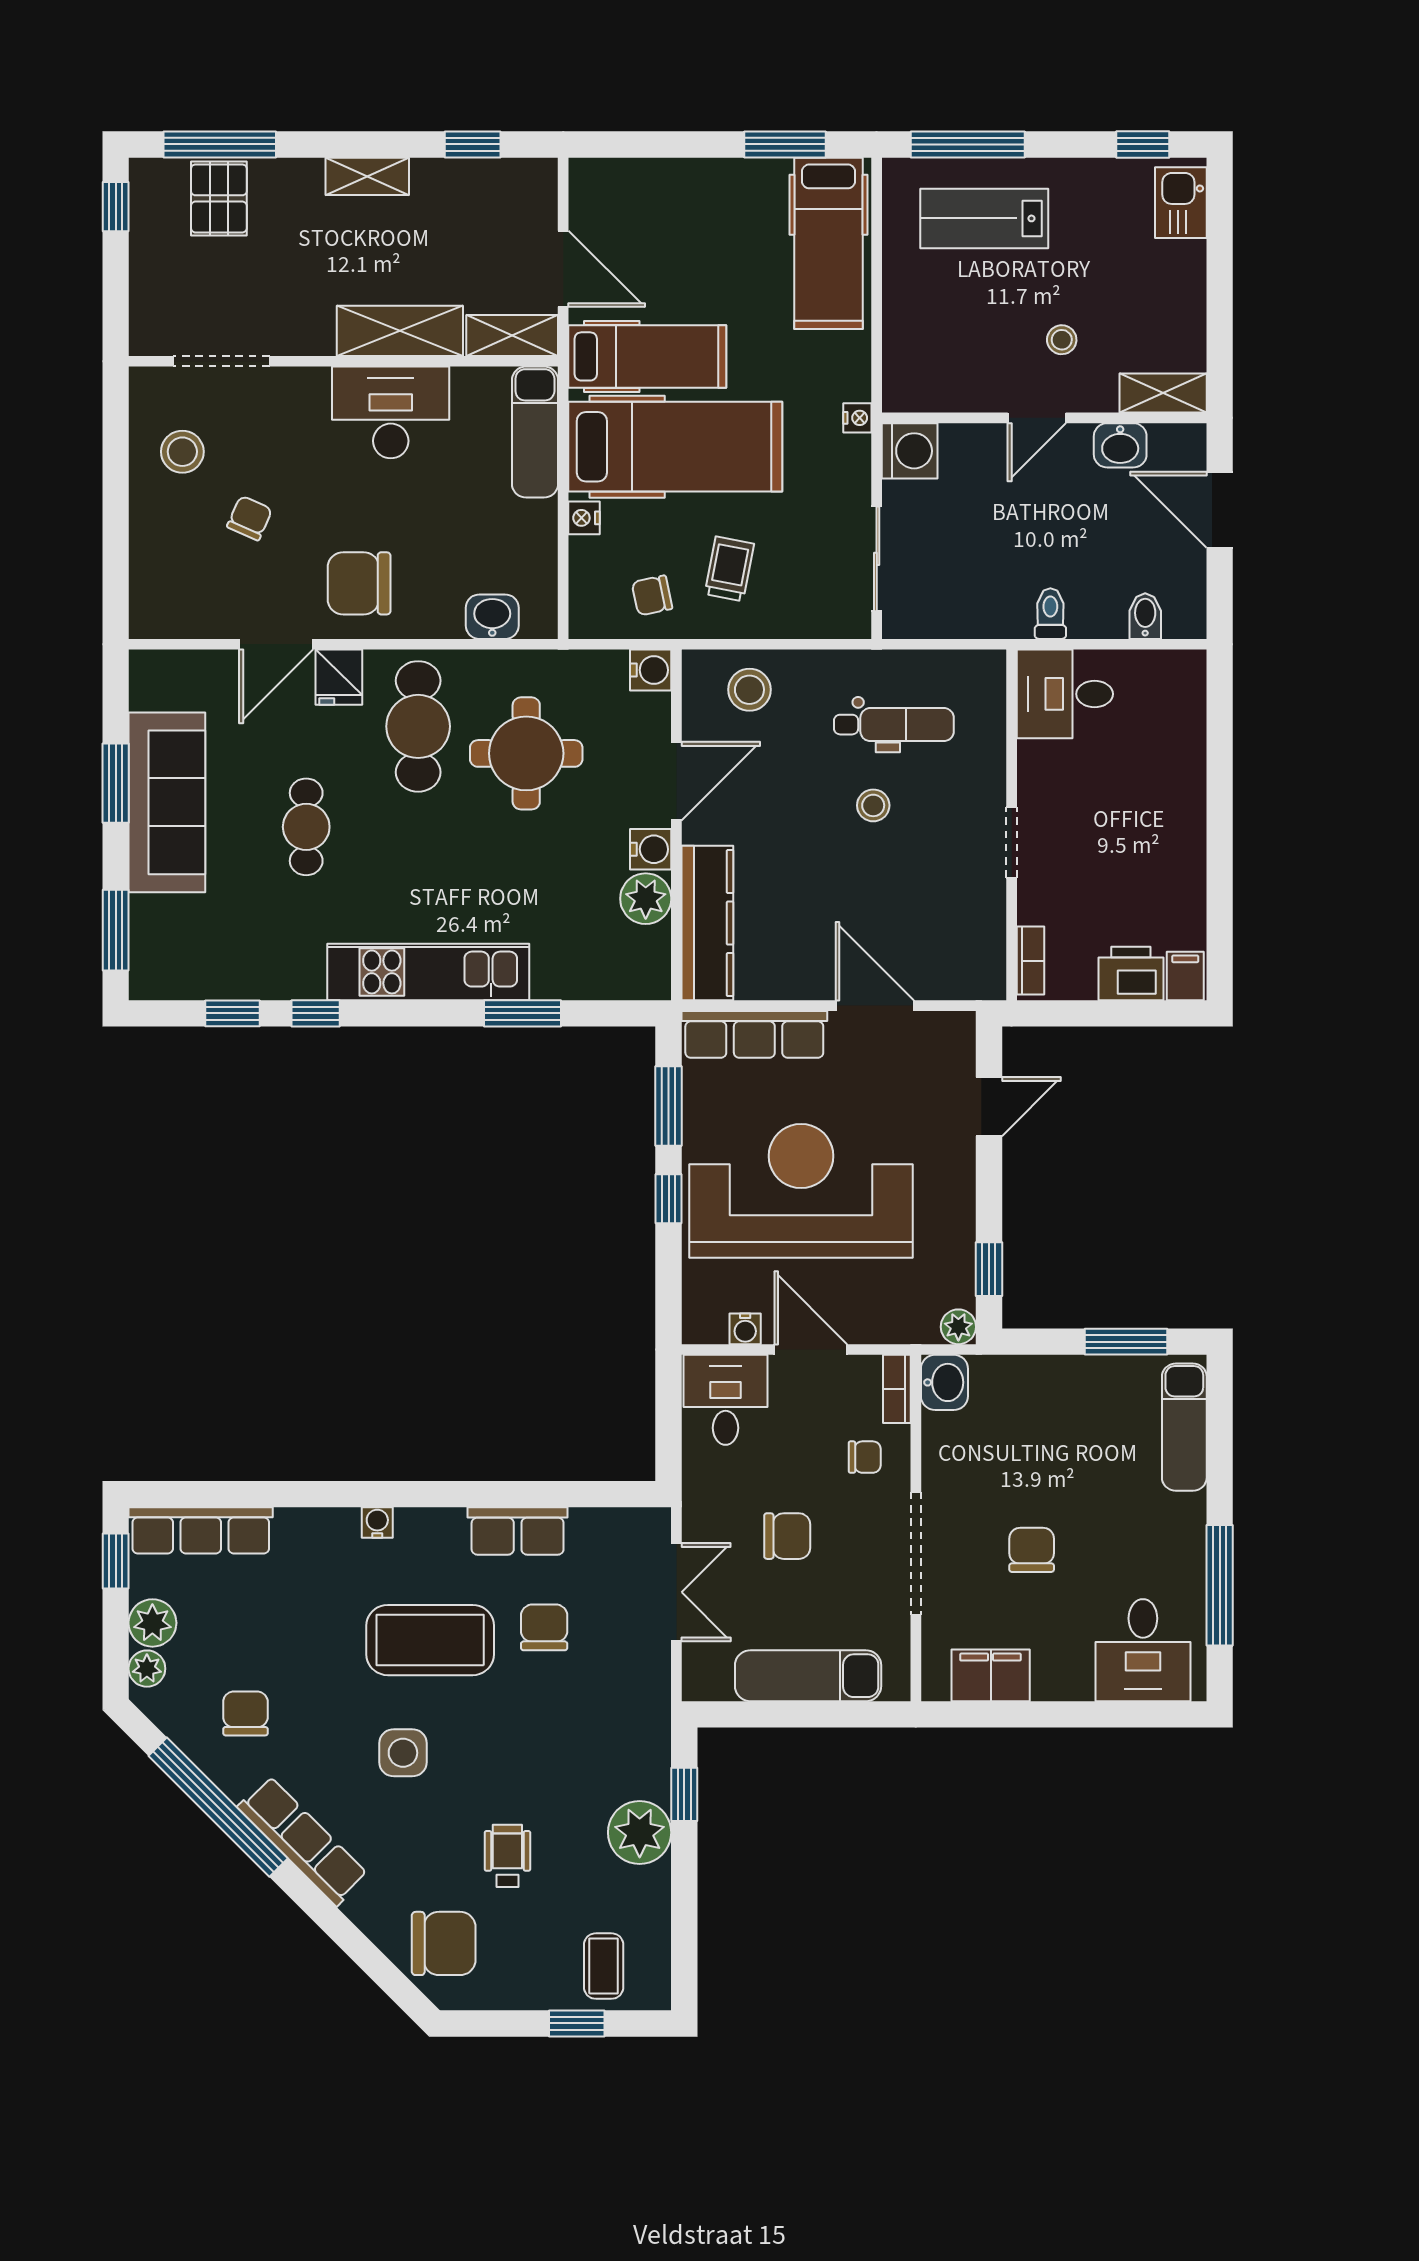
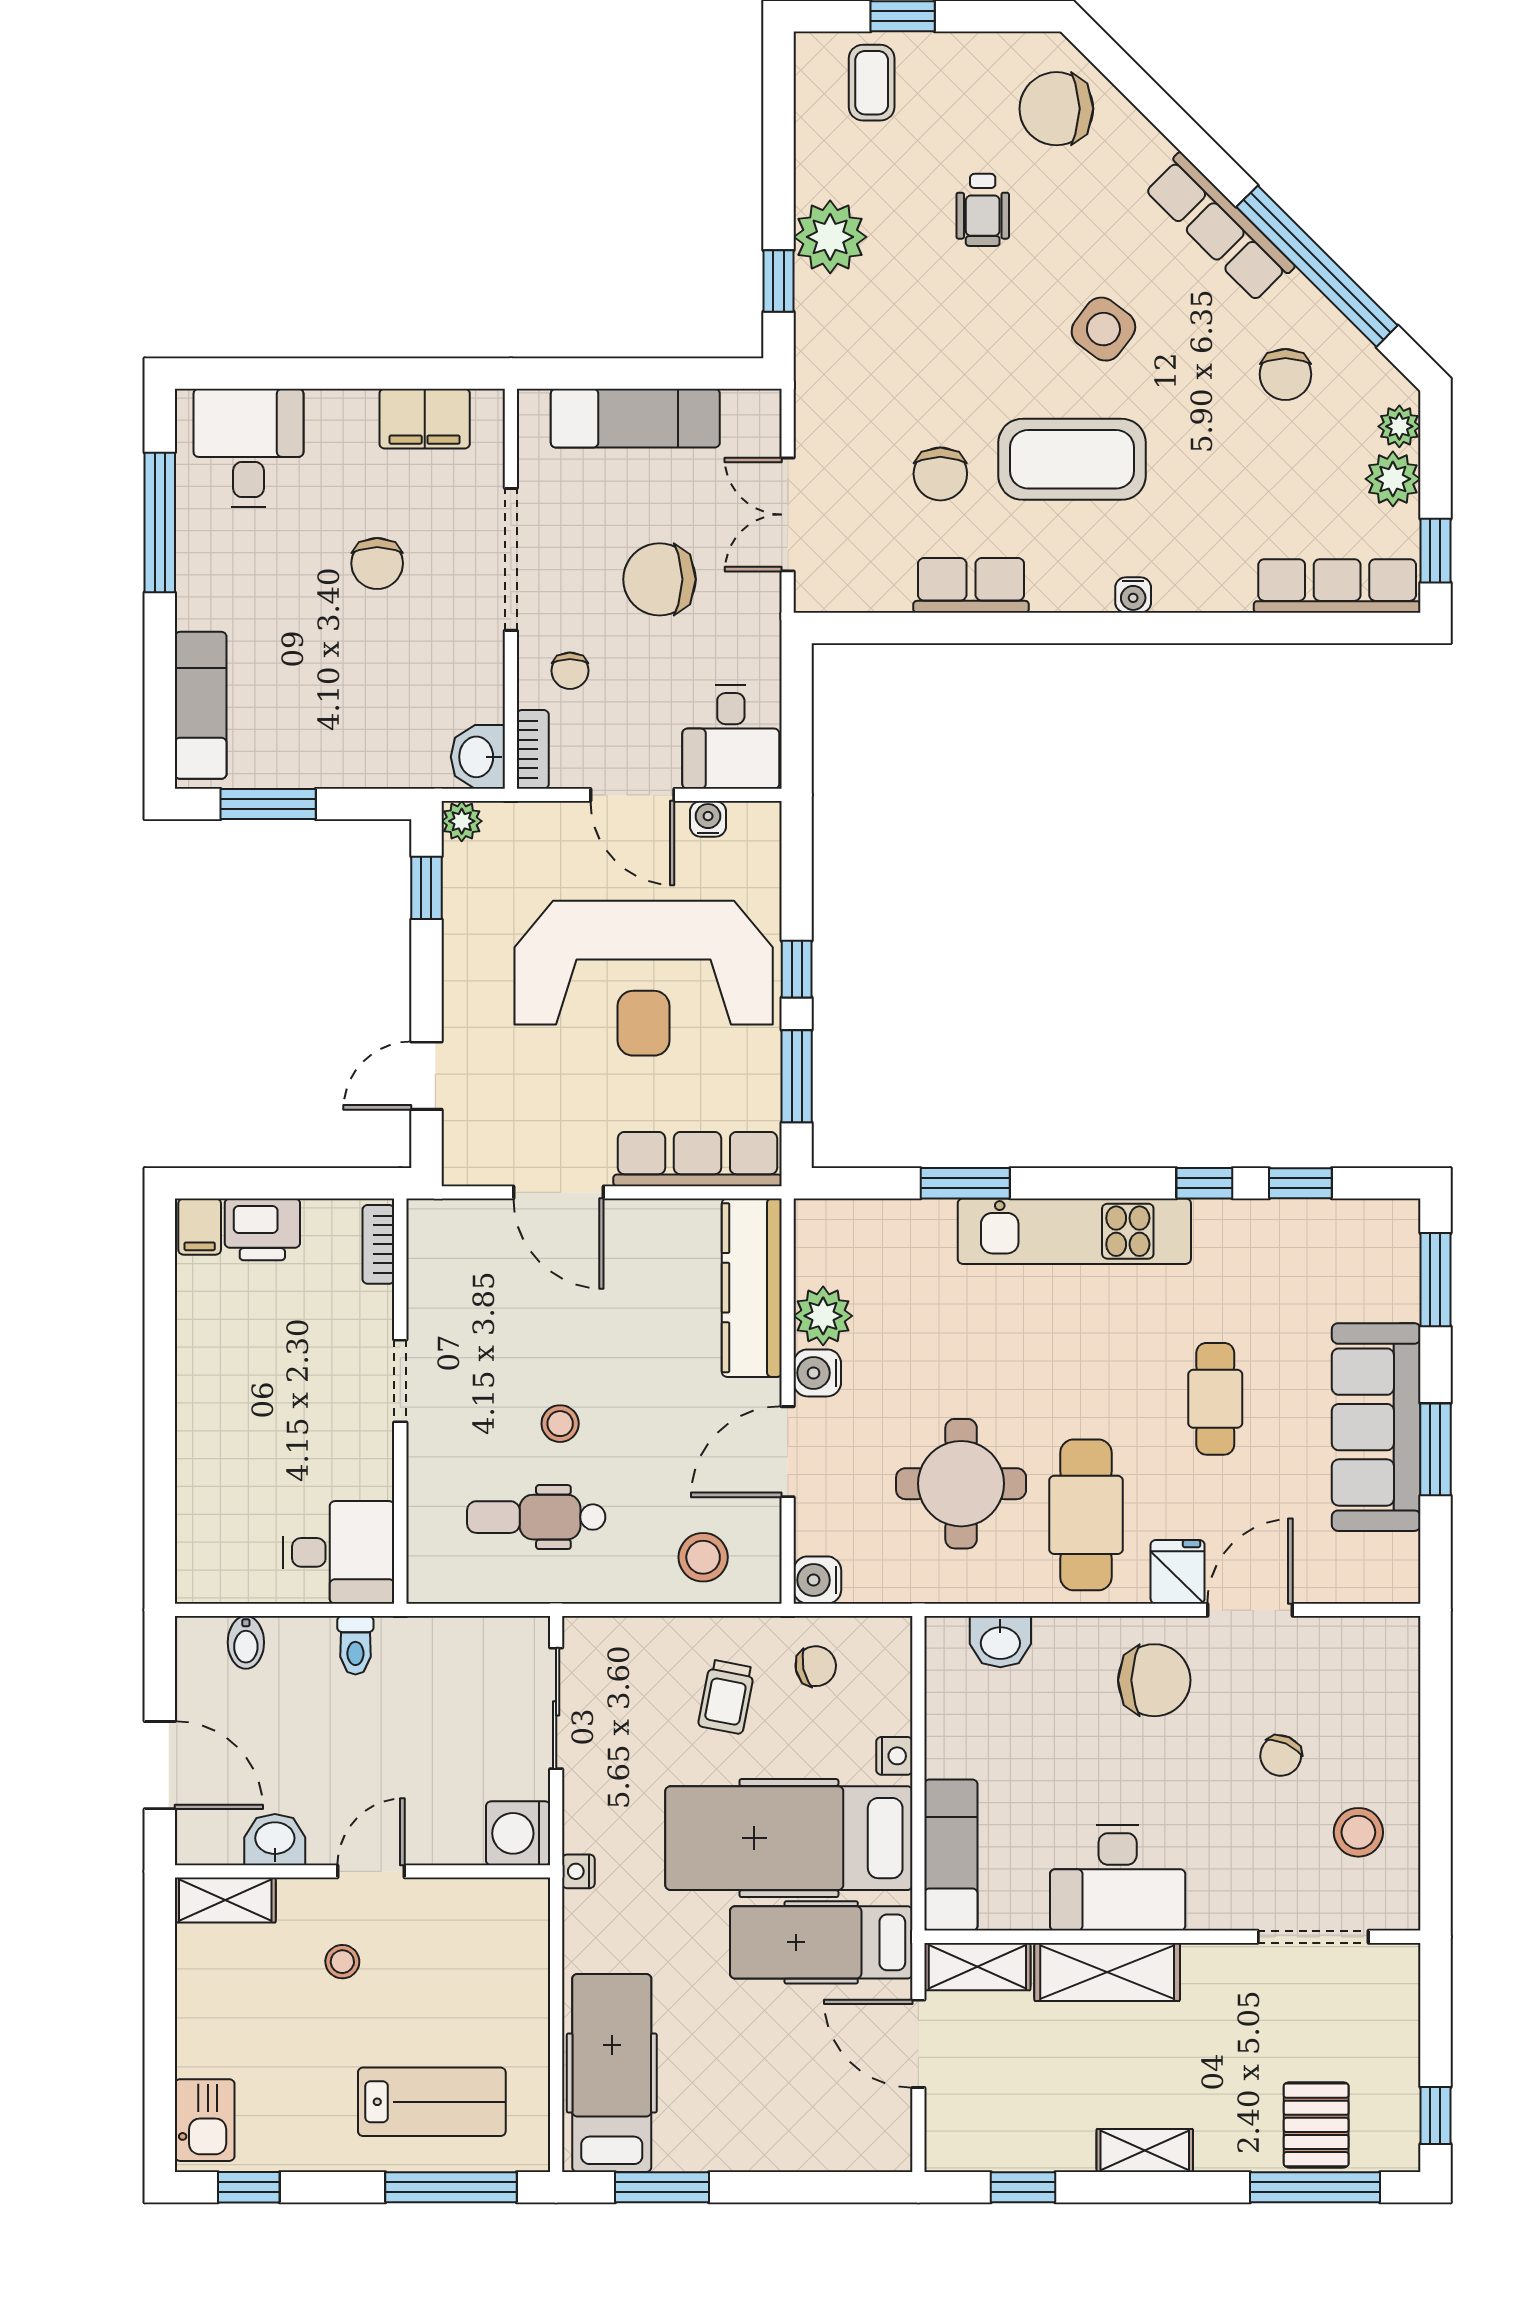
chair: (865, 1457) -> (570, 671), turned -90
chair: (787, 1536) -> (660, 579), width x1.37, depth x1.37
side table: (403, 1753) -> (1103, 329), turned 37

